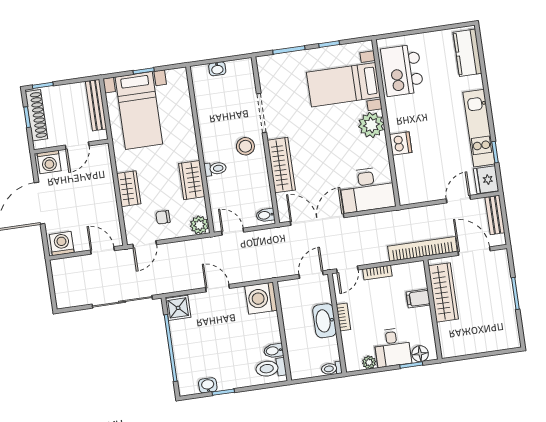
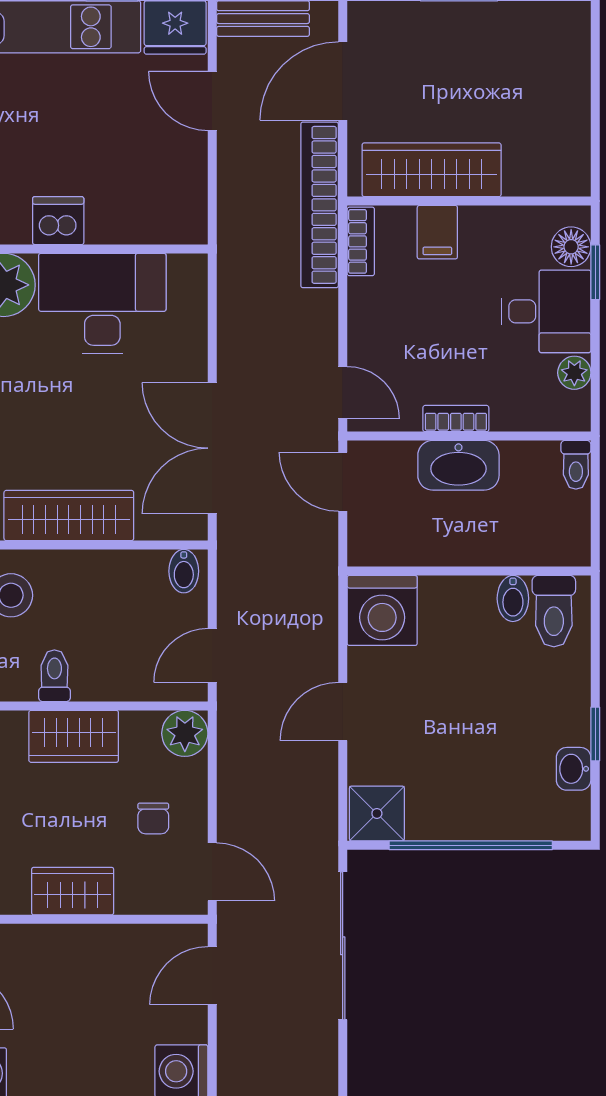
desk: (367, 190) -> (102, 303), moved, turned -90
bookcase: (377, 273) -> (361, 241), moved

